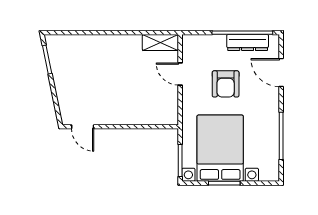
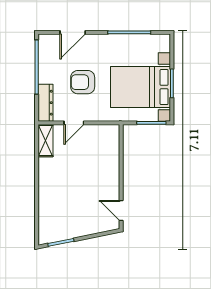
dresser: (248, 43) -> (46, 103), moved
armchair: (226, 84) -> (83, 82), turned 180
door: (83, 127) -> (121, 210), swing flipped

